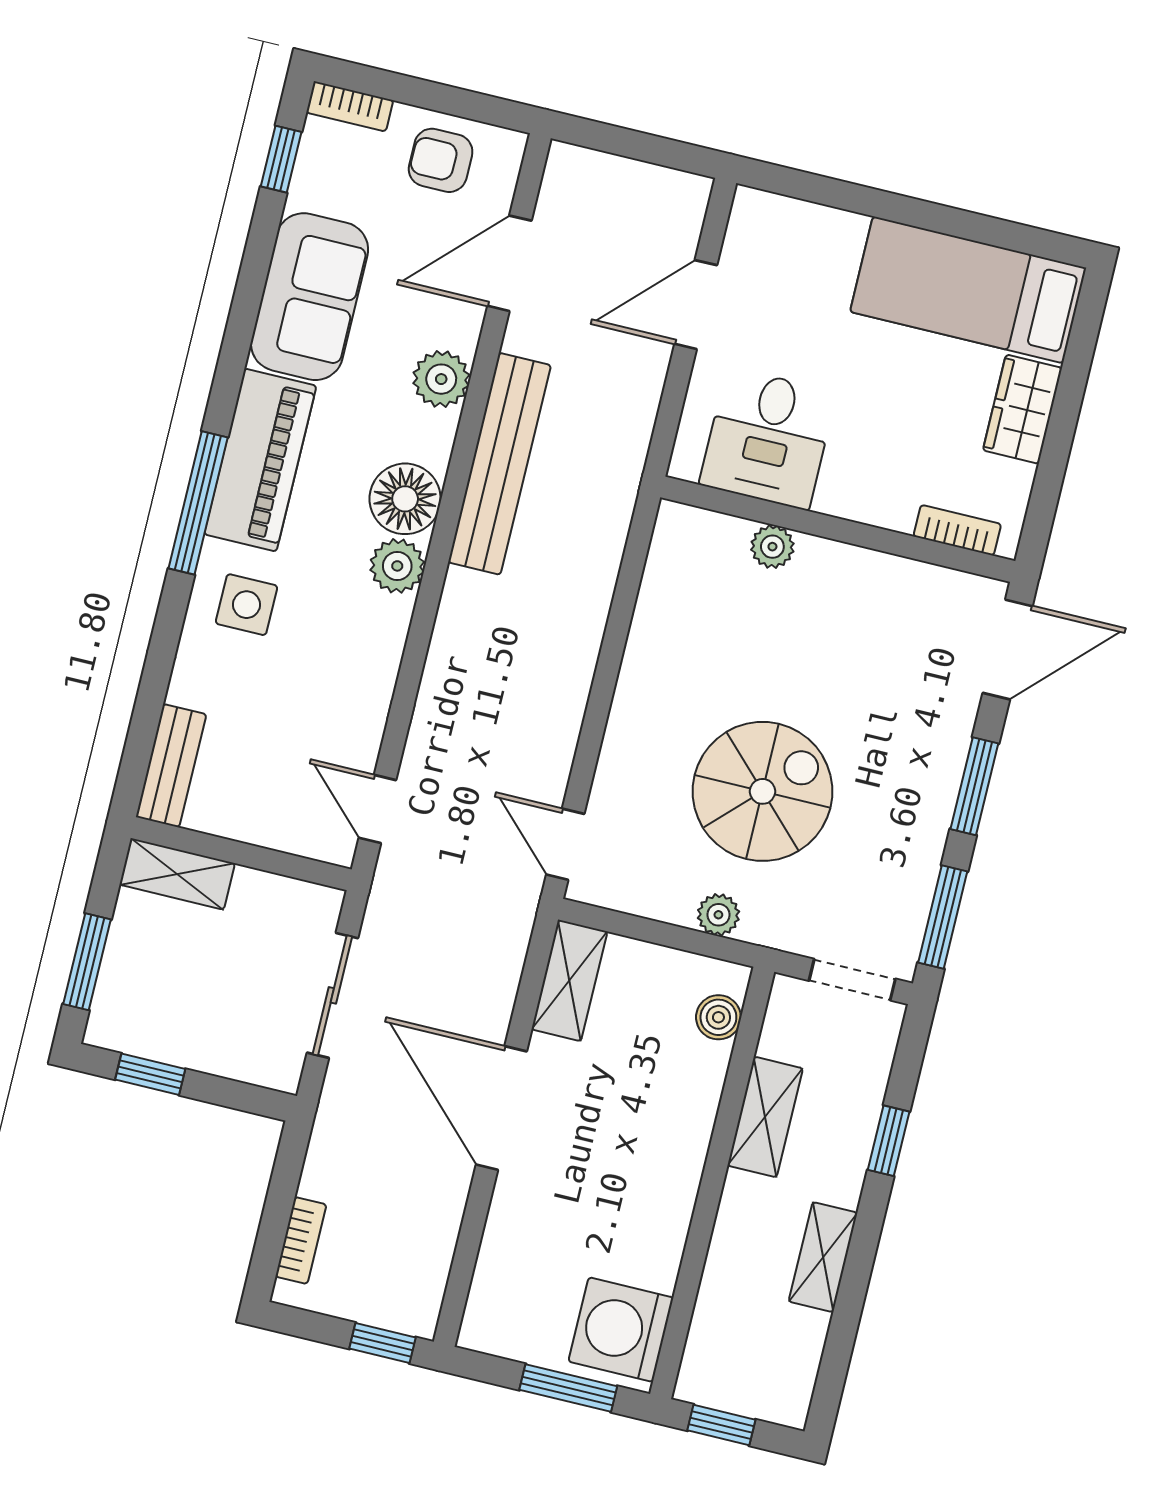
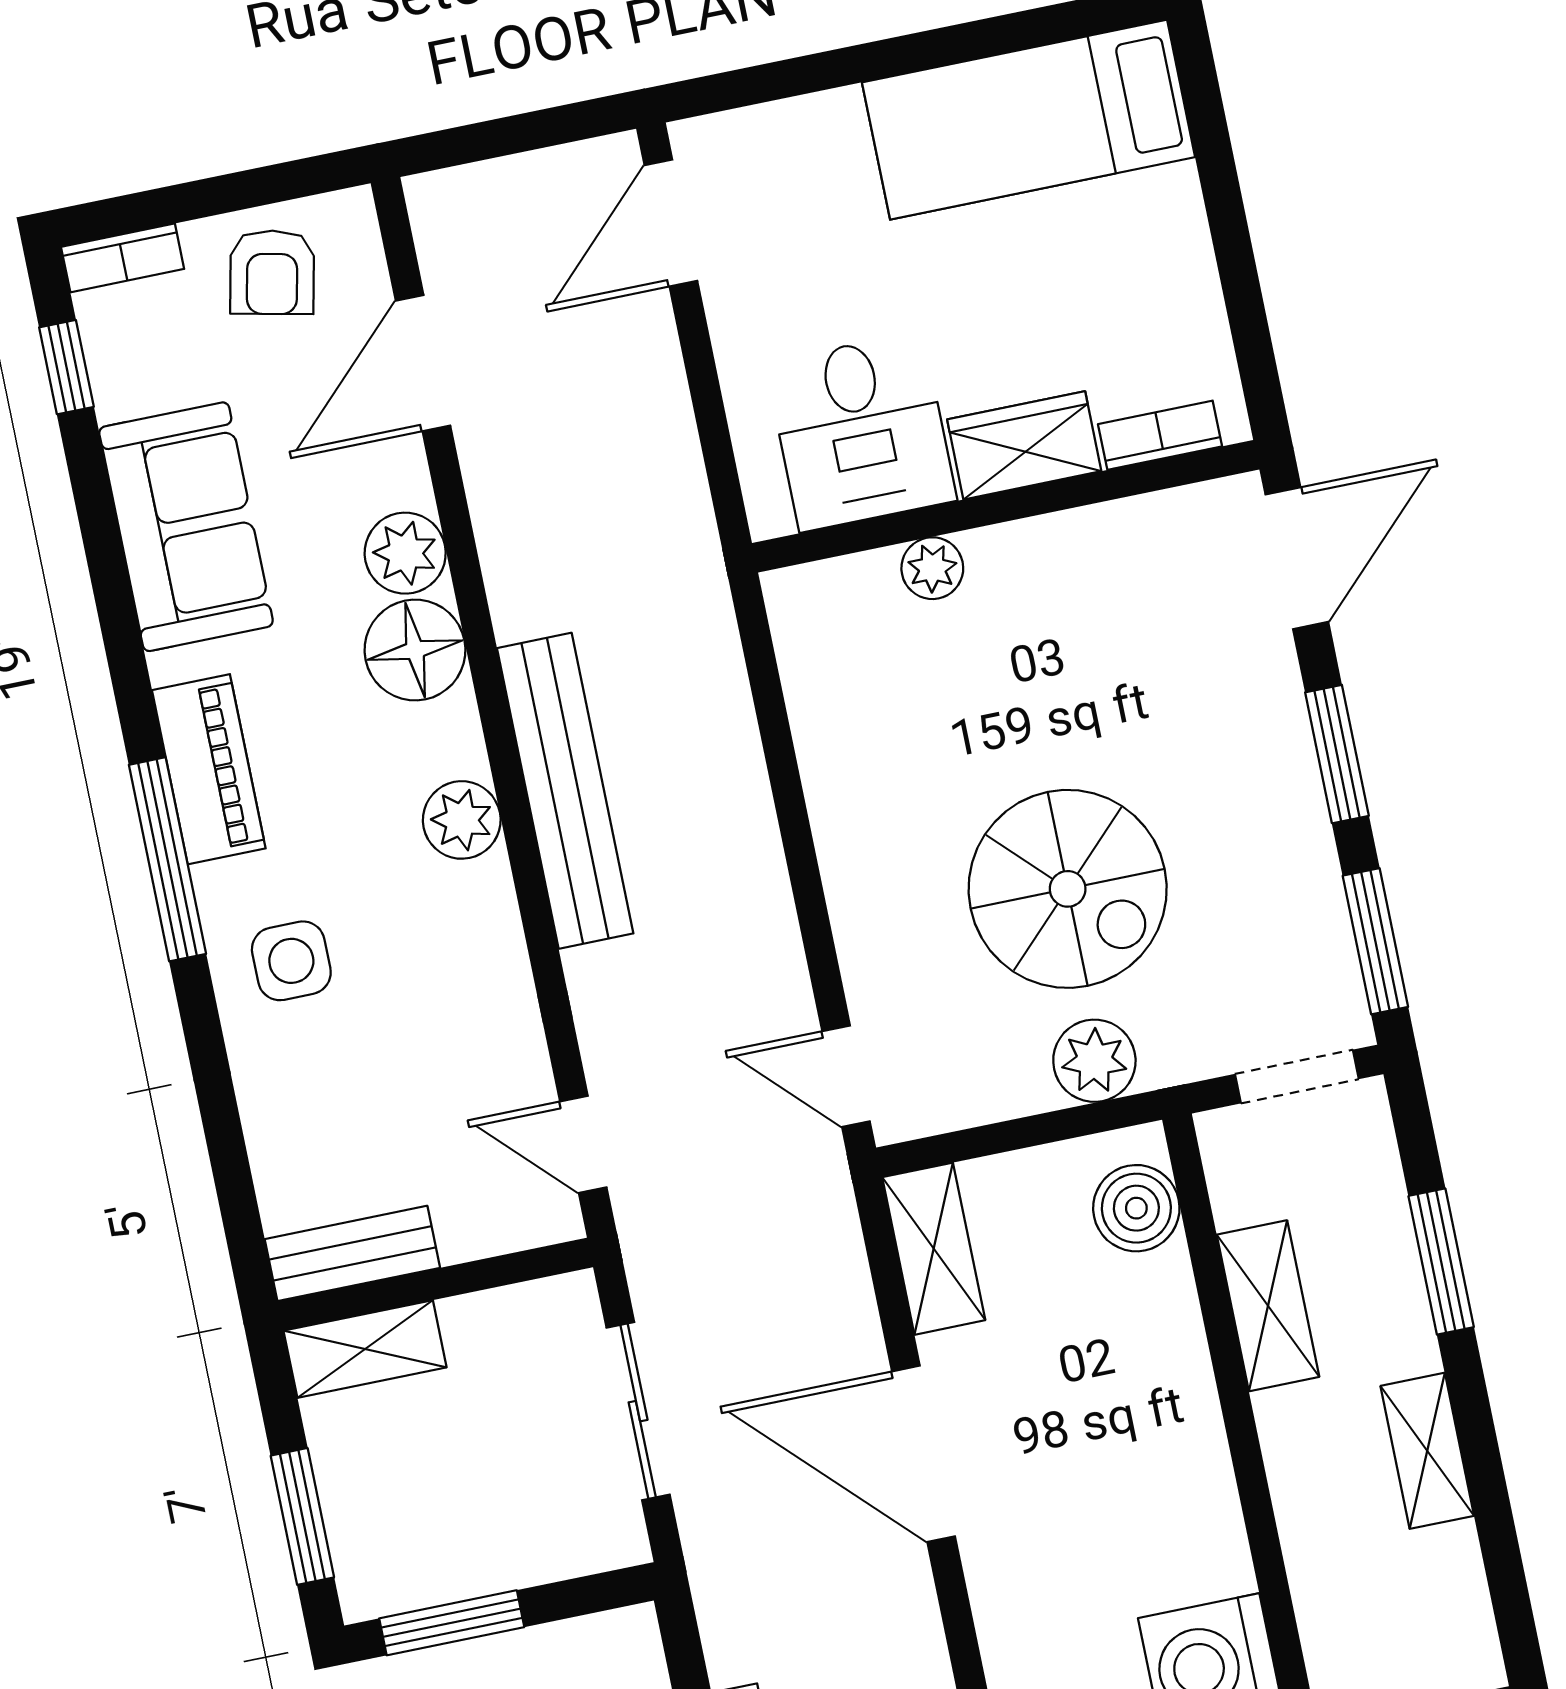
armchair: (441, 160) -> (272, 272), turned -78
door: (696, 305) -> (671, 223), moved
wardrobe: (1022, 409) -> (1024, 445), moved, turned 90
piano: (260, 460) -> (209, 769), width x0.73, depth x0.75
bench: (500, 464) -> (565, 791), moved
floor lamp: (405, 499) -> (415, 650), moved
bench: (171, 766) -> (352, 1253), moved, turned 90
spiral stairs: (763, 791) -> (1068, 889), turned 90
plant: (718, 915) -> (1094, 1061), width x1.38, depth x1.38
boiler: (718, 1017) -> (1136, 1208), width x1.36, depth x1.36
window: (150, 1074) -> (452, 1623), width x1.50
window: (889, 1141) -> (1441, 1262), width x1.50

